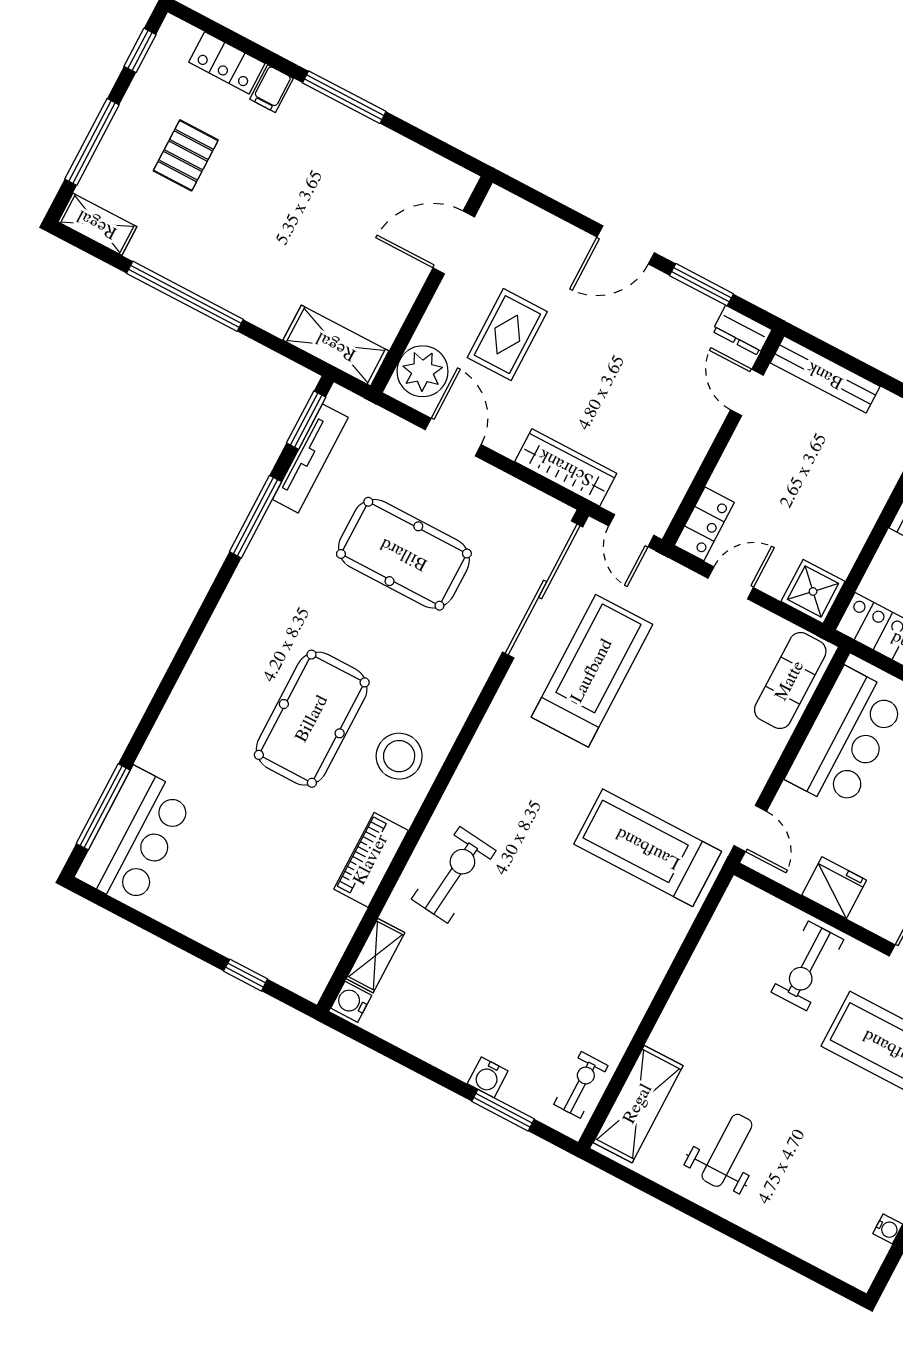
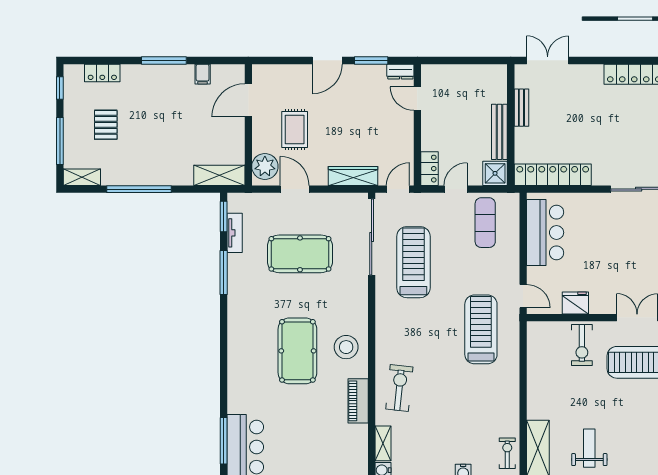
filing cabinet: (272, 89) -> (203, 74), moved
bench: (825, 375) -> (499, 132), moved, turned 90
tv unit: (310, 458) -> (235, 233), width x0.71
door: (631, 531) -> (398, 189), swing flipped
exercise mat: (790, 681) -> (485, 223), moved
treadmill: (648, 848) -> (481, 329), turned 90

